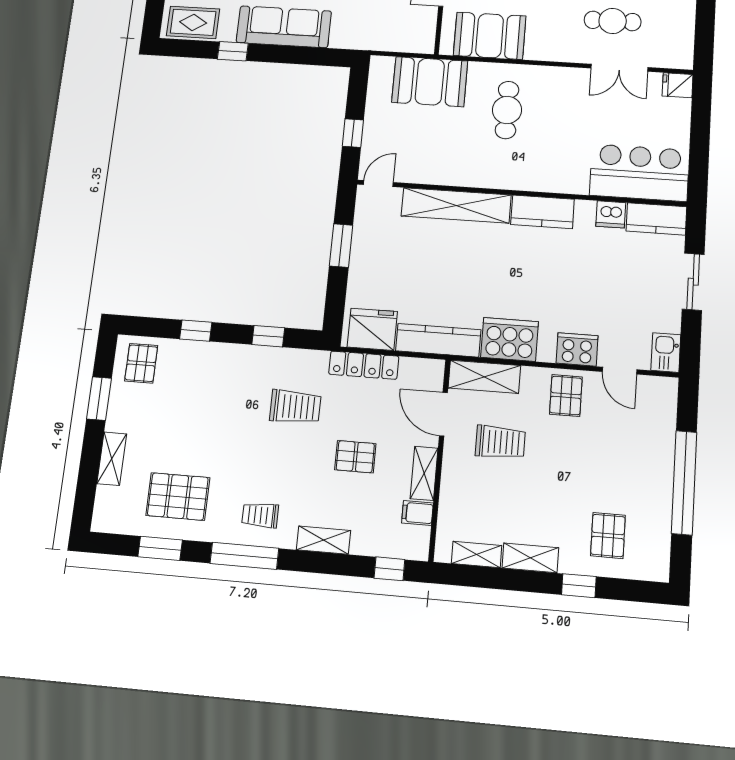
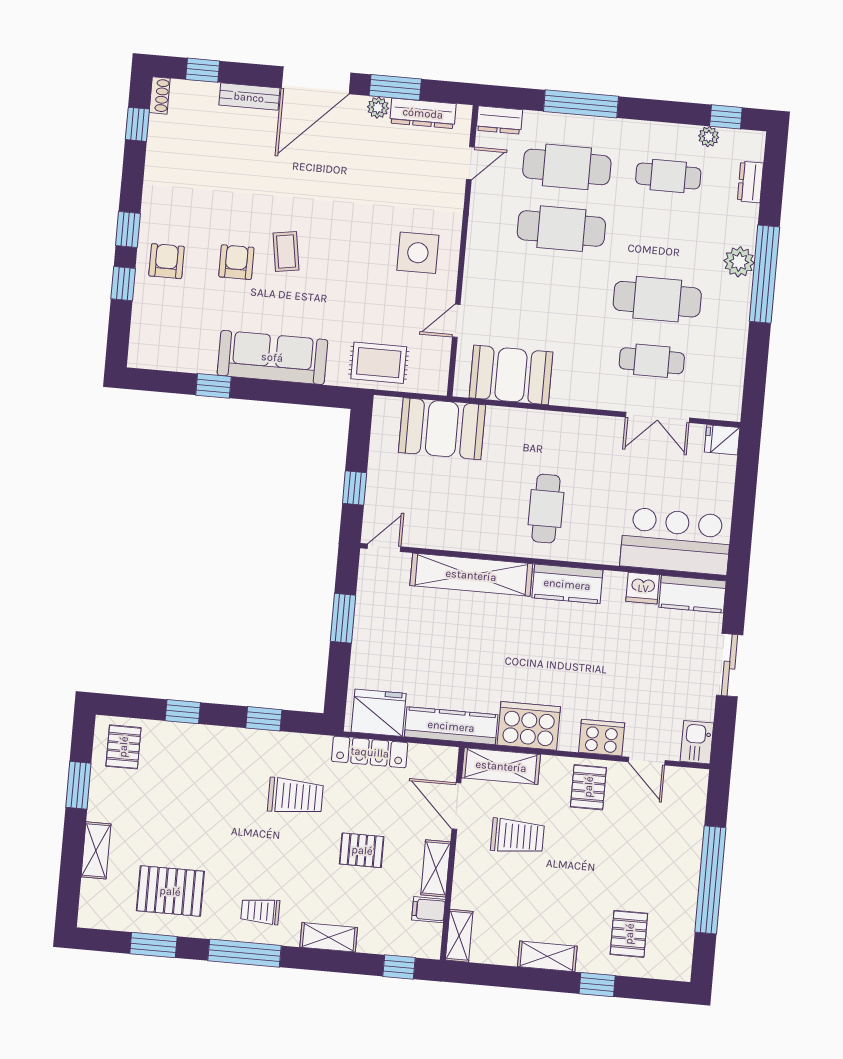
rug: (193, 22) -> (379, 363), moved
cafe table: (507, 110) -> (546, 509), moved
shelving: (477, 554) -> (459, 936), moved, turned 90

